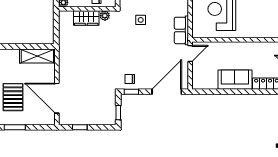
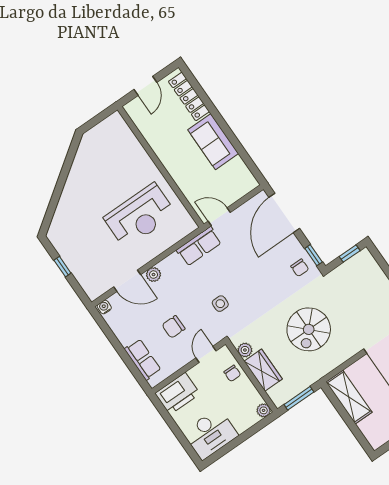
window: (56, 27) -> (299, 398), added
spiral stairs: (91, 60) -> (309, 329), added
door: (167, 92) -> (284, 213), hinge flipped

